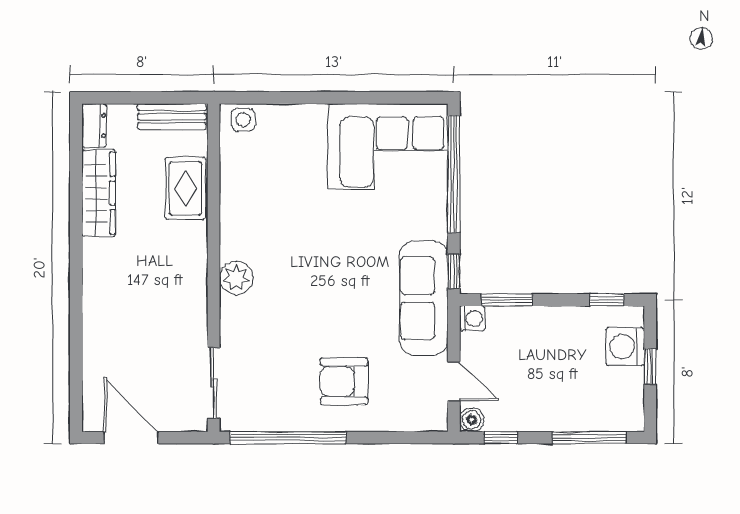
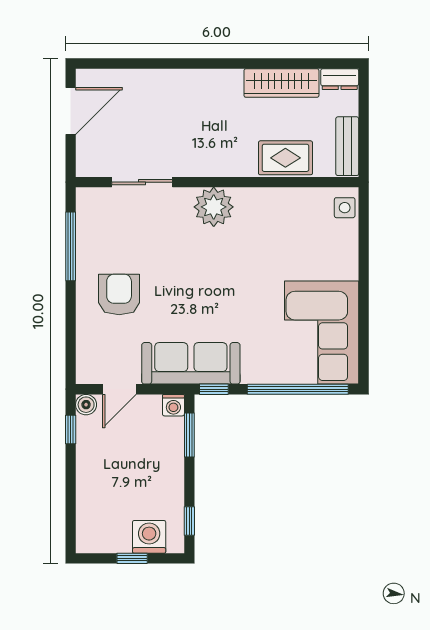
plant: (236, 278) -> (214, 207), width x1.36, depth x1.36
sliding door: (214, 383) -> (142, 182), moved
window: (288, 438) -> (71, 246), width x0.68
window: (589, 438) -> (71, 506), removed

